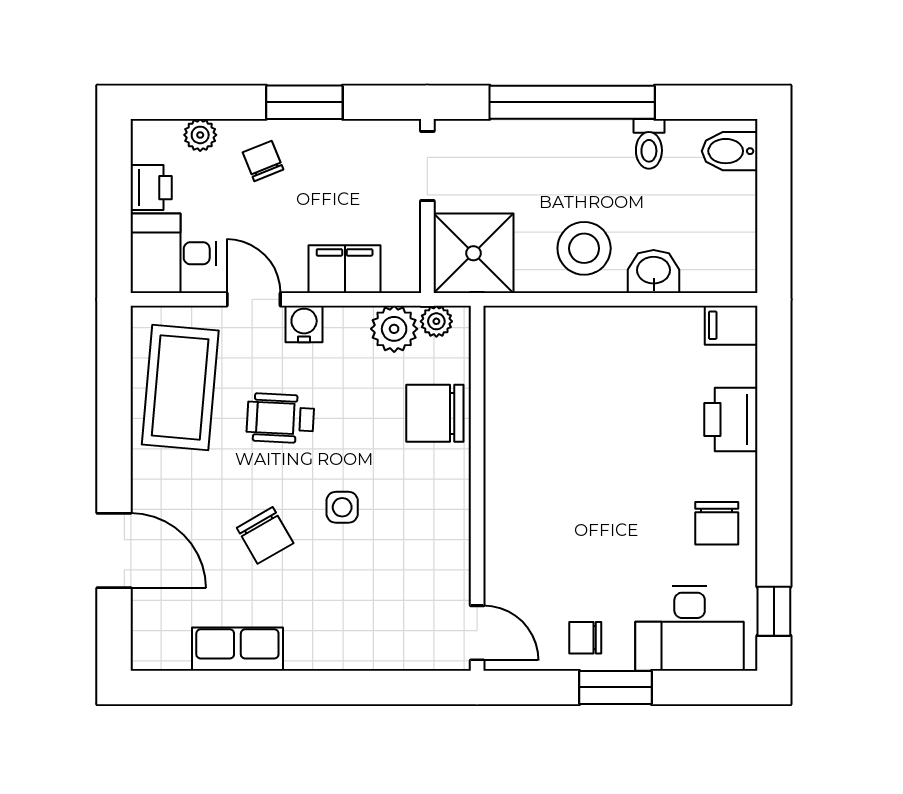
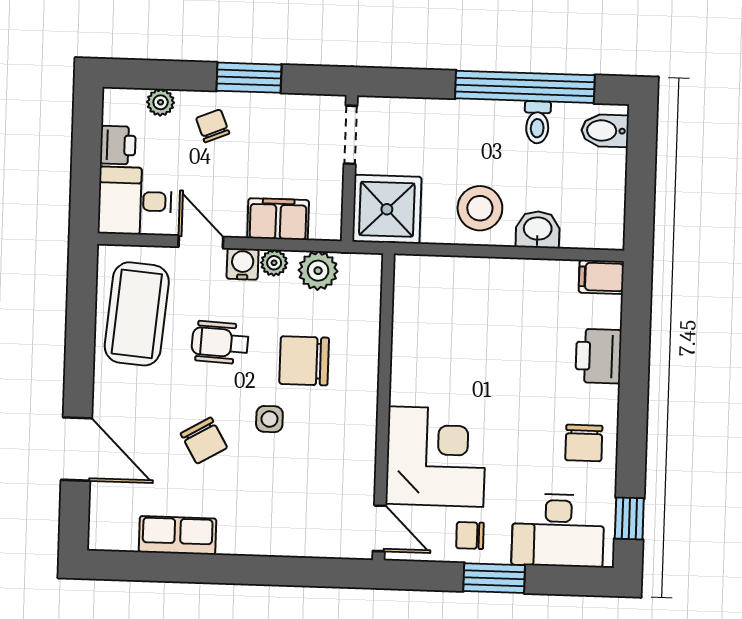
window: (572, 102) -> (525, 87), moved
plant: (436, 321) -> (274, 263), moved
chair: (435, 413) -> (304, 361), moved
corner desk: (542, 545) -> (436, 457), added

